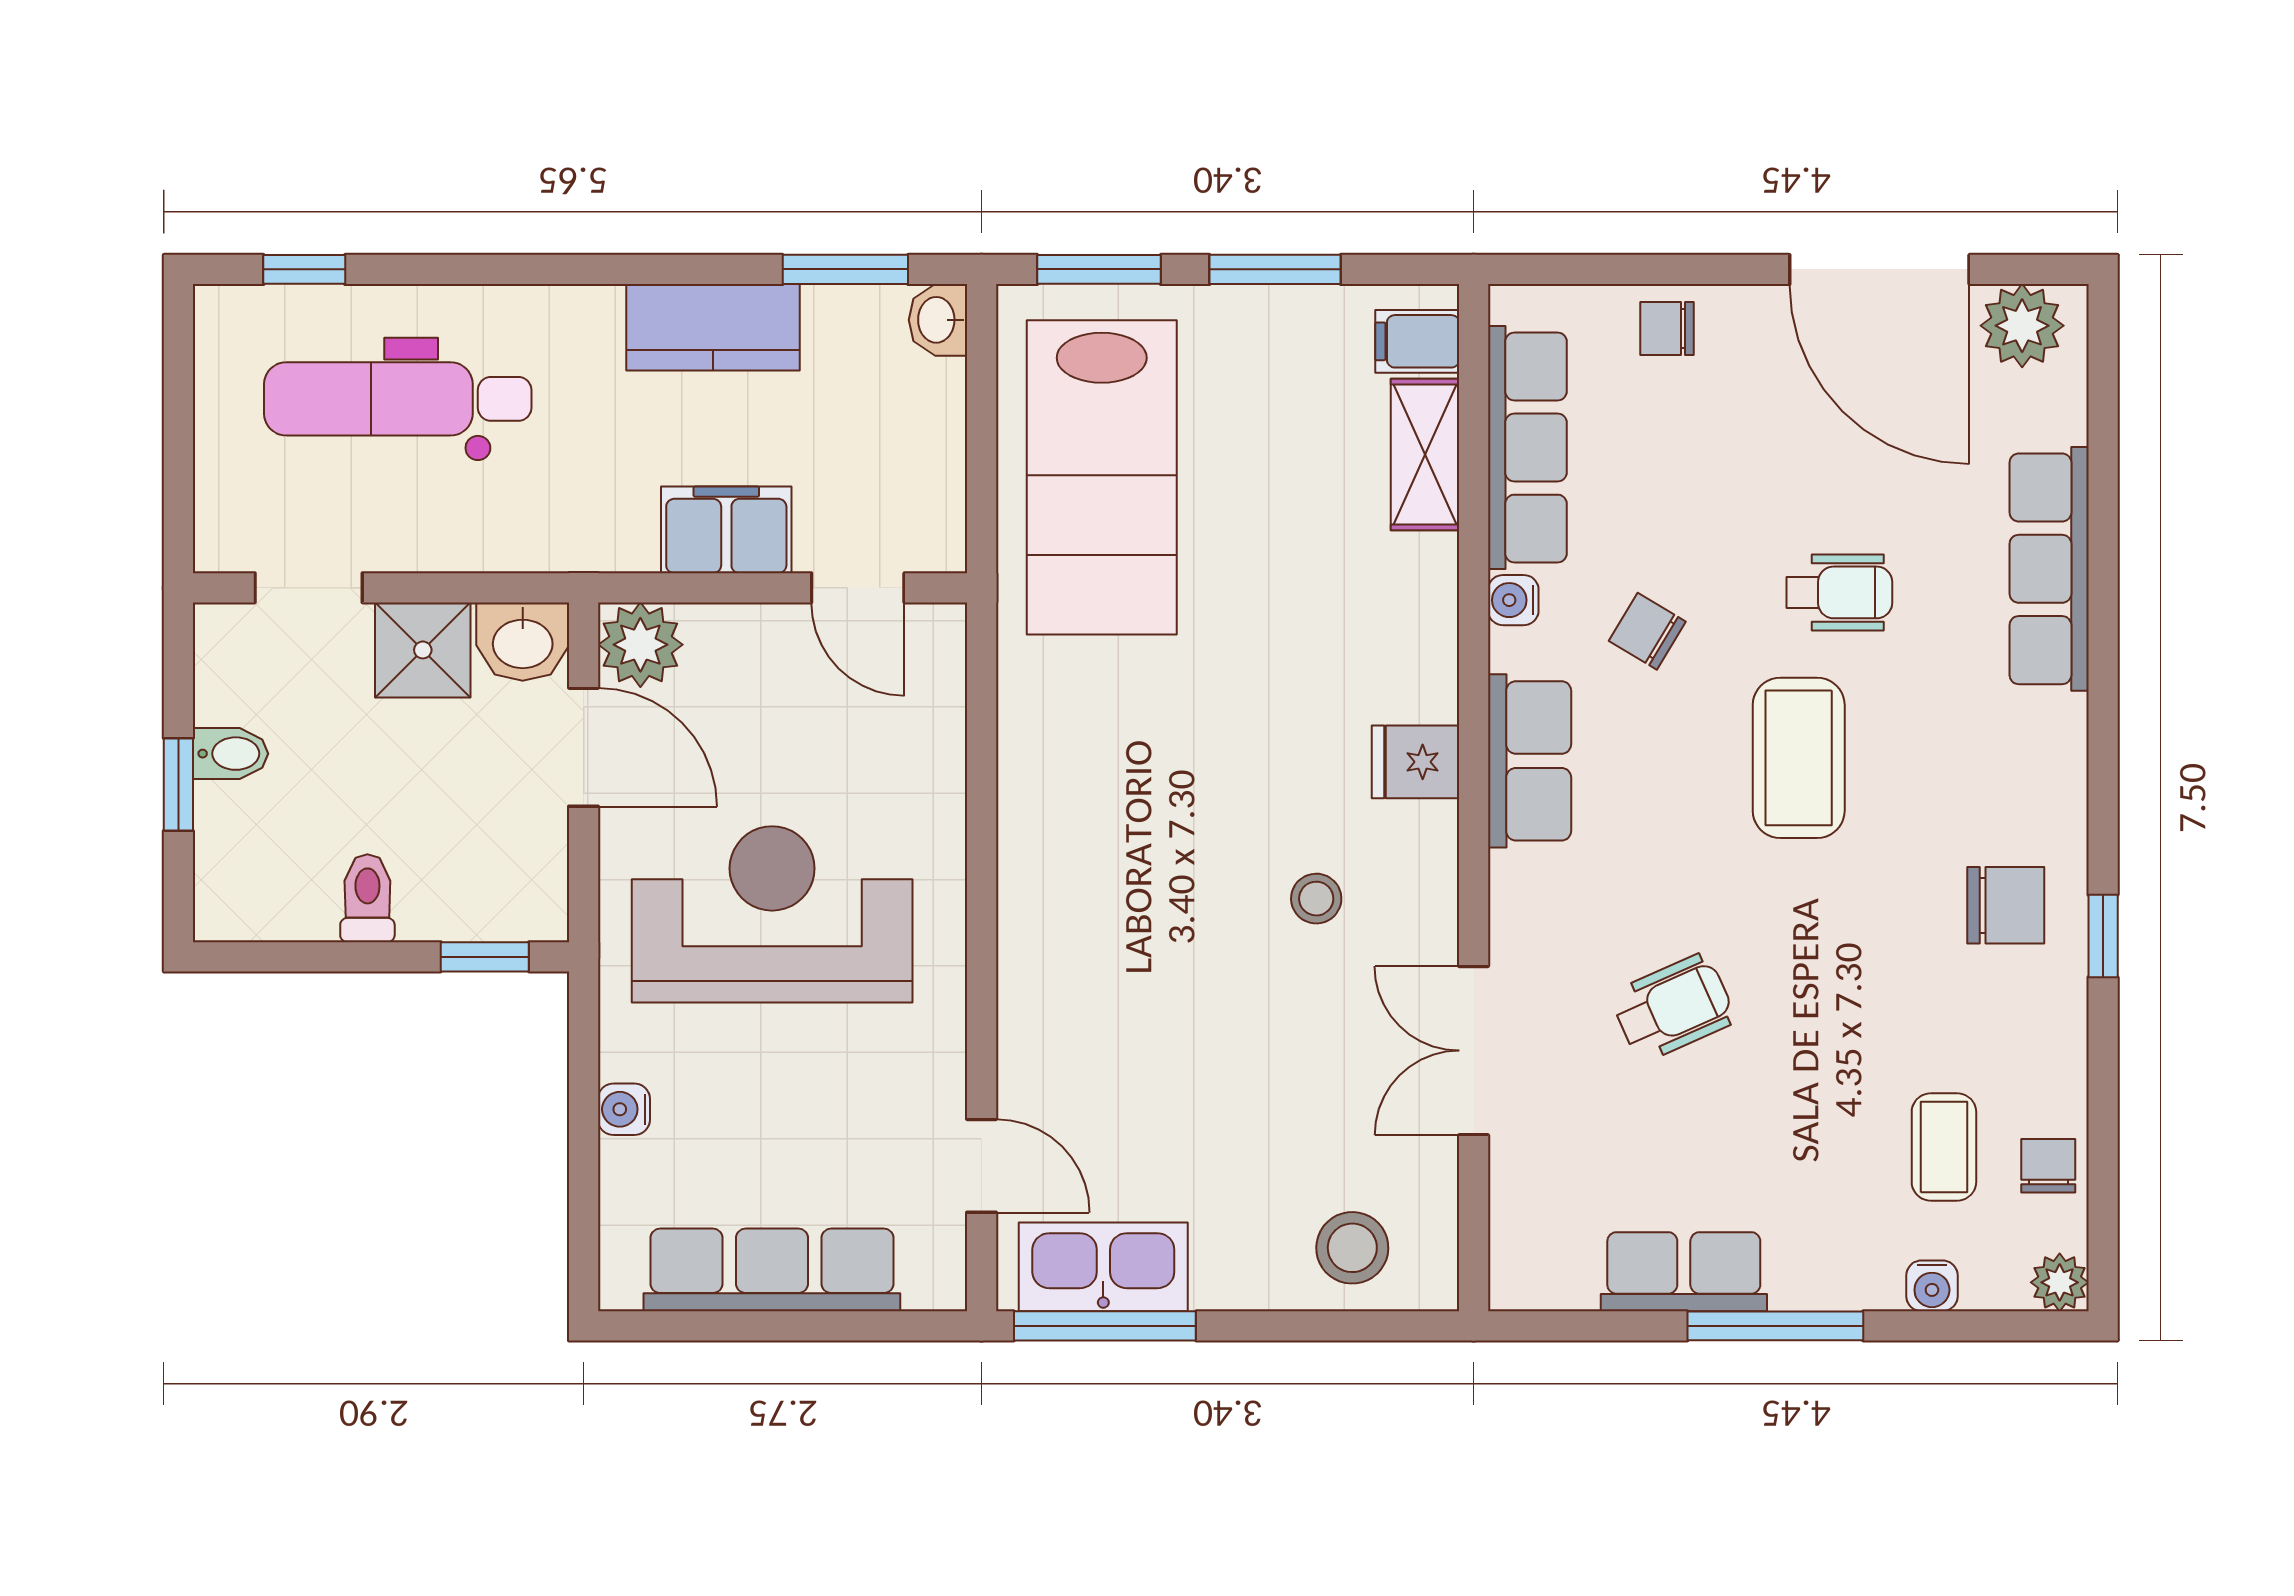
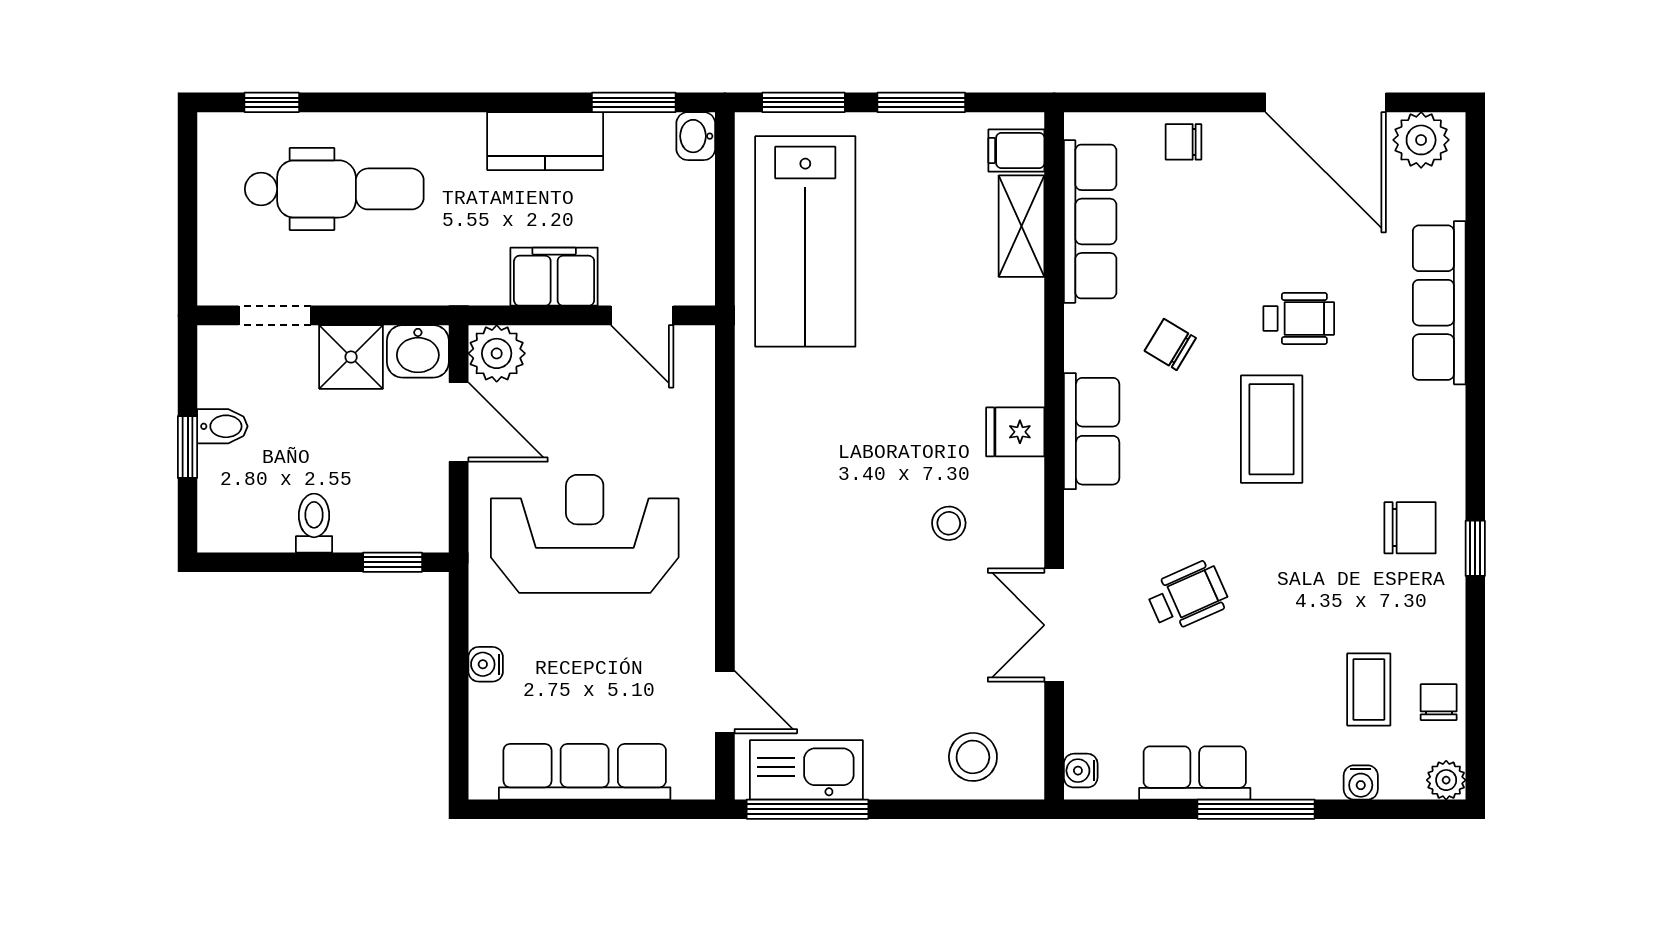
dental chair: (398, 399) -> (334, 189), turned 180
water cooler: (1513, 600) -> (1081, 771), moved

